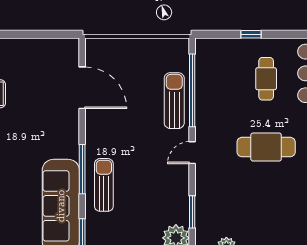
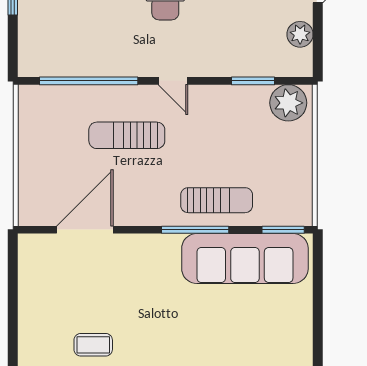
sun lounger: (174, 101) -> (127, 135), moved
sun lounger: (104, 185) -> (217, 200), turned 180

